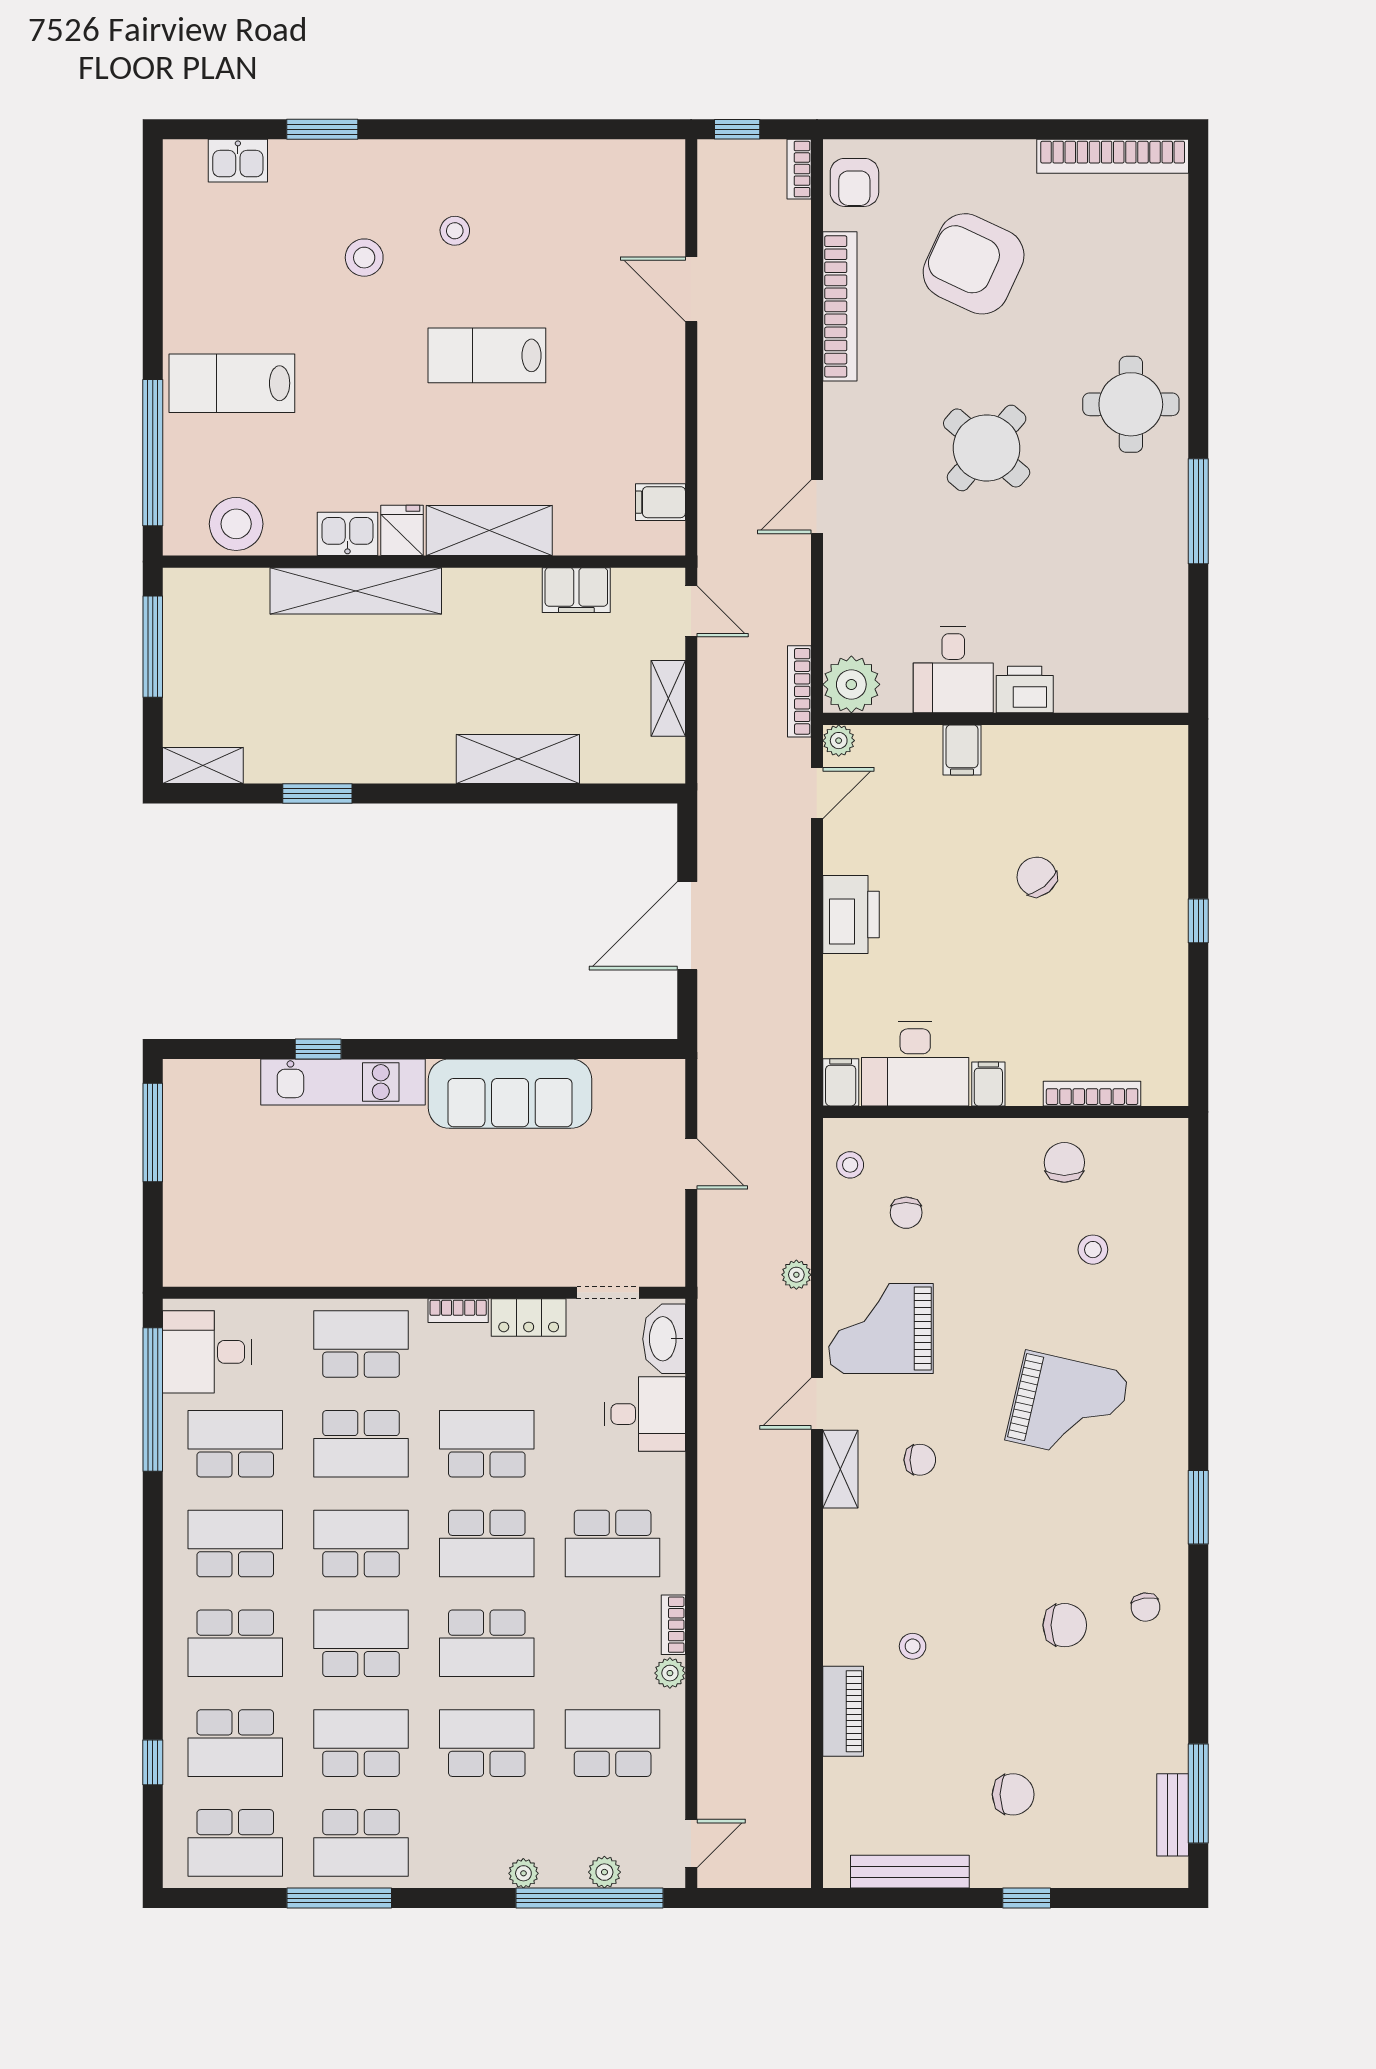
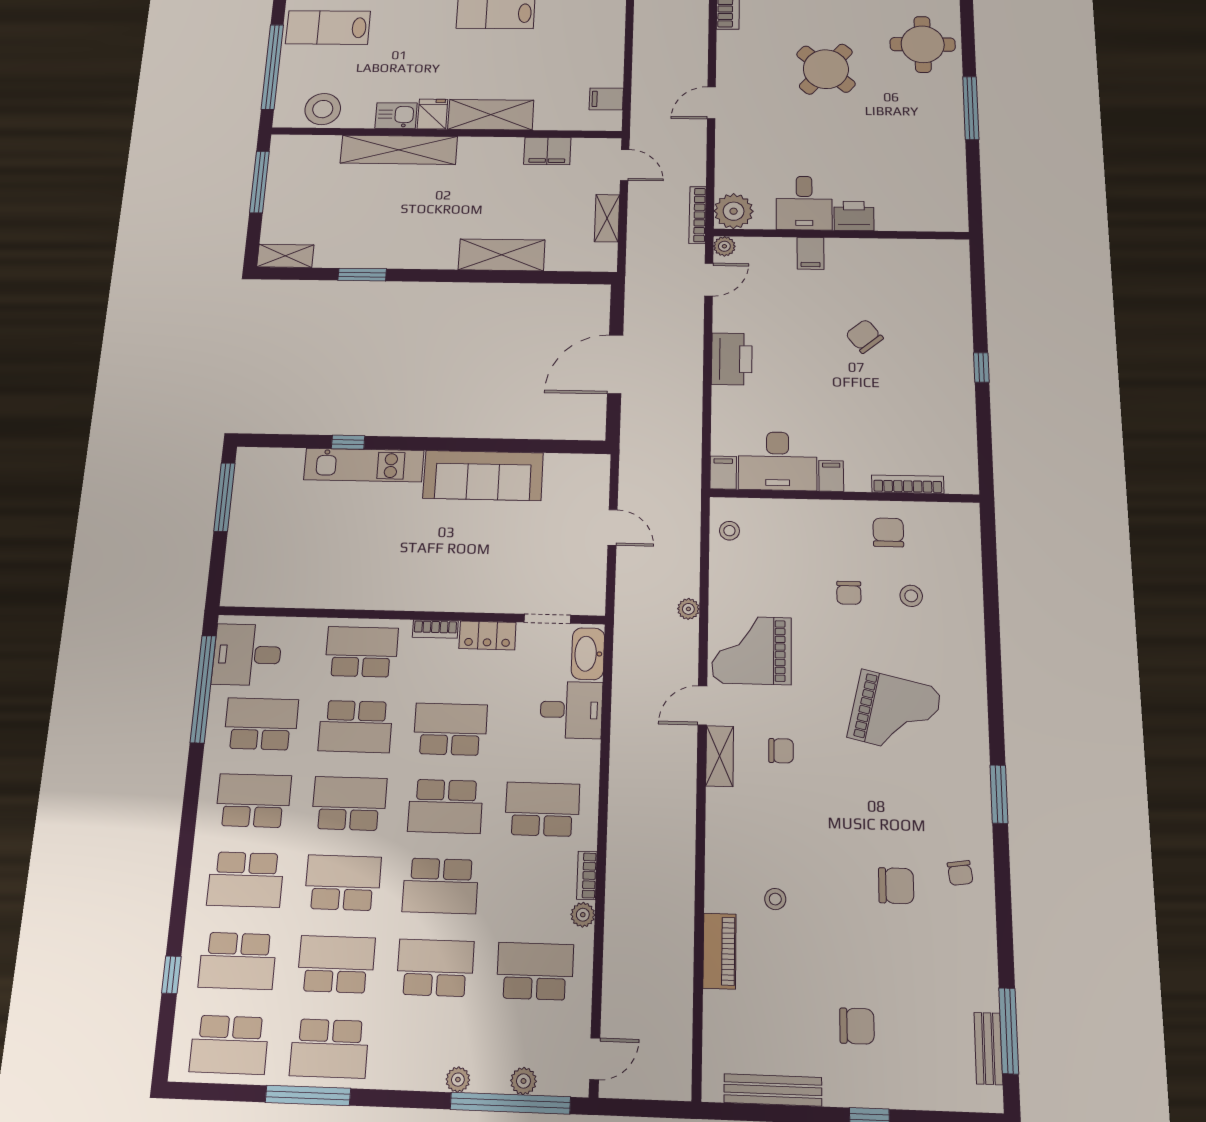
chair: (906, 1213) -> (849, 593), moved
school desk: (613, 1544) -> (542, 809), turned 180

